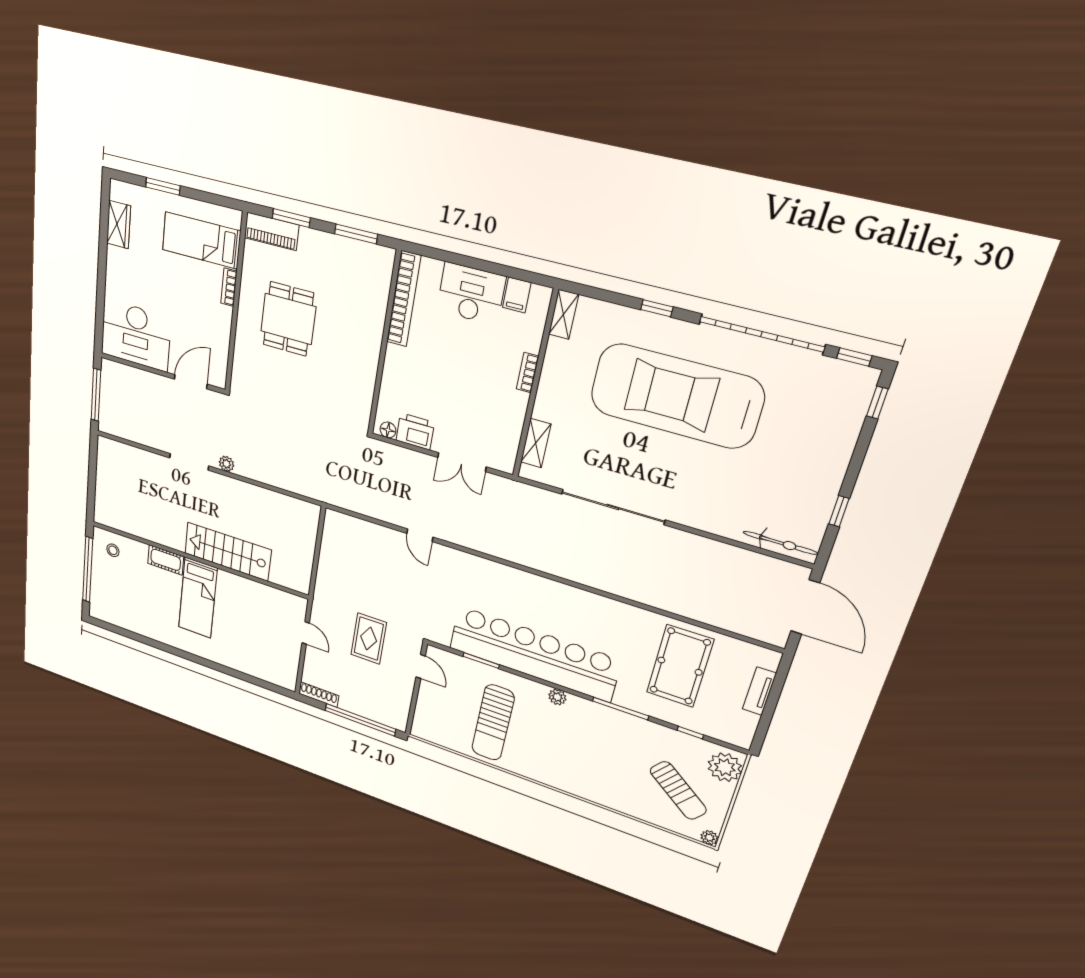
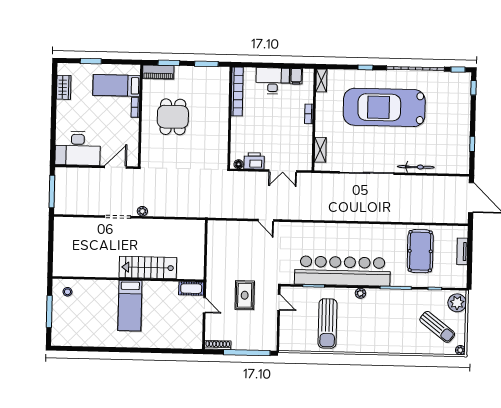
bicycle: (780, 543) -> (416, 167), moved
cot: (166, 560) -> (191, 289), moved
window: (88, 570) -> (49, 312), width x0.68

